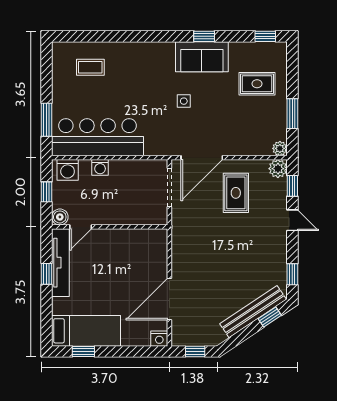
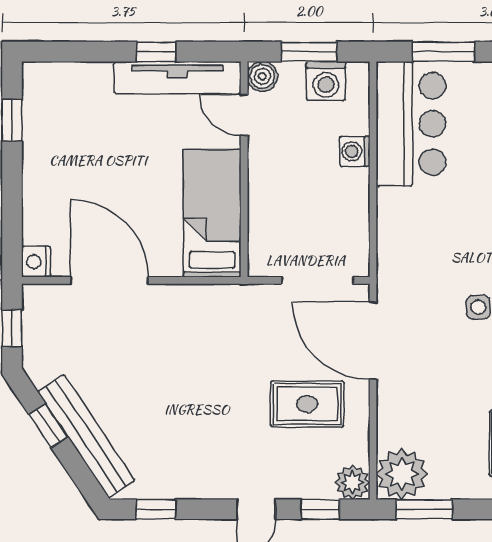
window: (292, 114) -> (424, 509), moved
bar counter: (97, 137) -> (411, 124), width x0.73
plant: (280, 148) -> (402, 474), width x1.88, depth x1.88
washing machine: (68, 170) -> (326, 81), moved, turned -90
window: (47, 192) -> (309, 52), width x1.50
window: (270, 317) -> (48, 426), moved
bed: (86, 331) -> (212, 213), moved, turned 180

